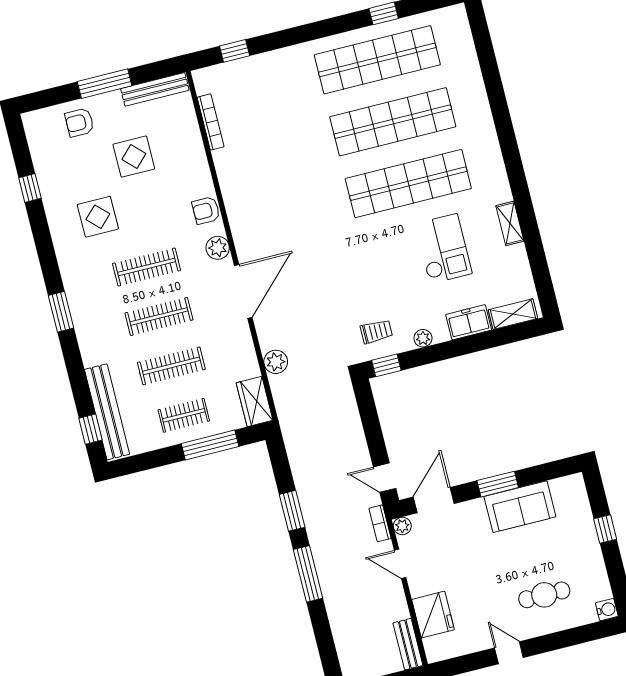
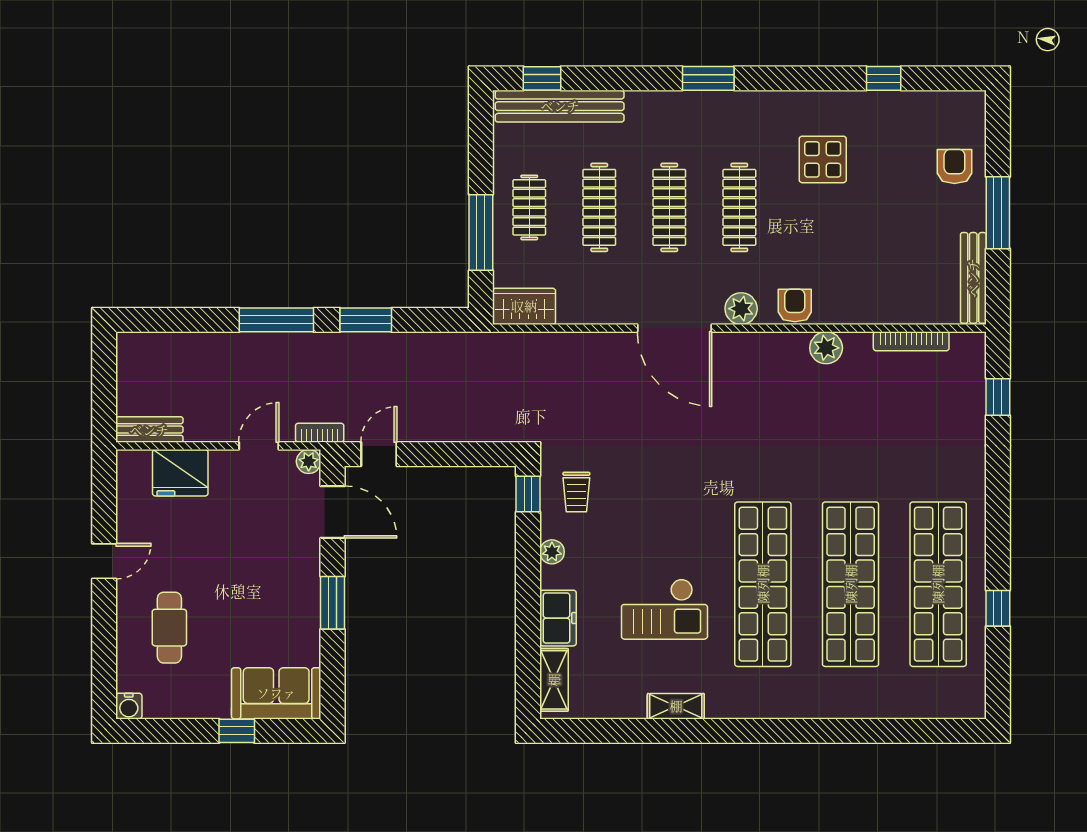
display table: (134, 157) -> (891, 227), removed
plant: (276, 362) -> (826, 348), moved
sofa: (520, 507) -> (276, 693), moved, turned 90

